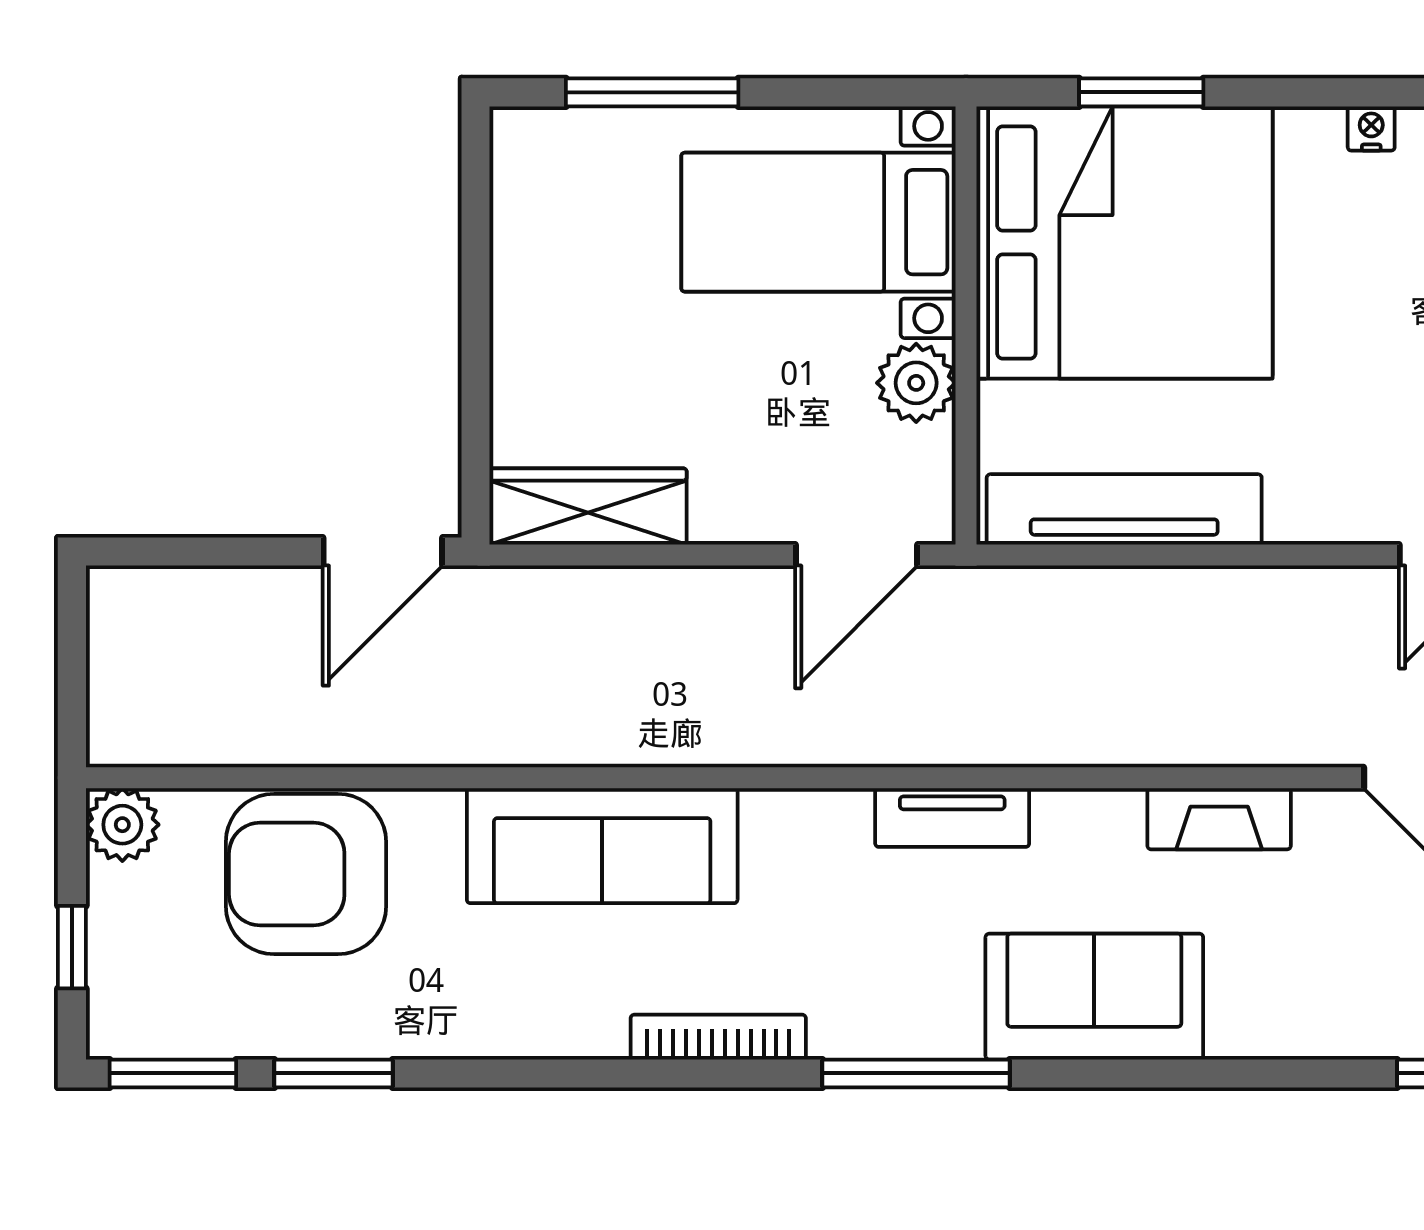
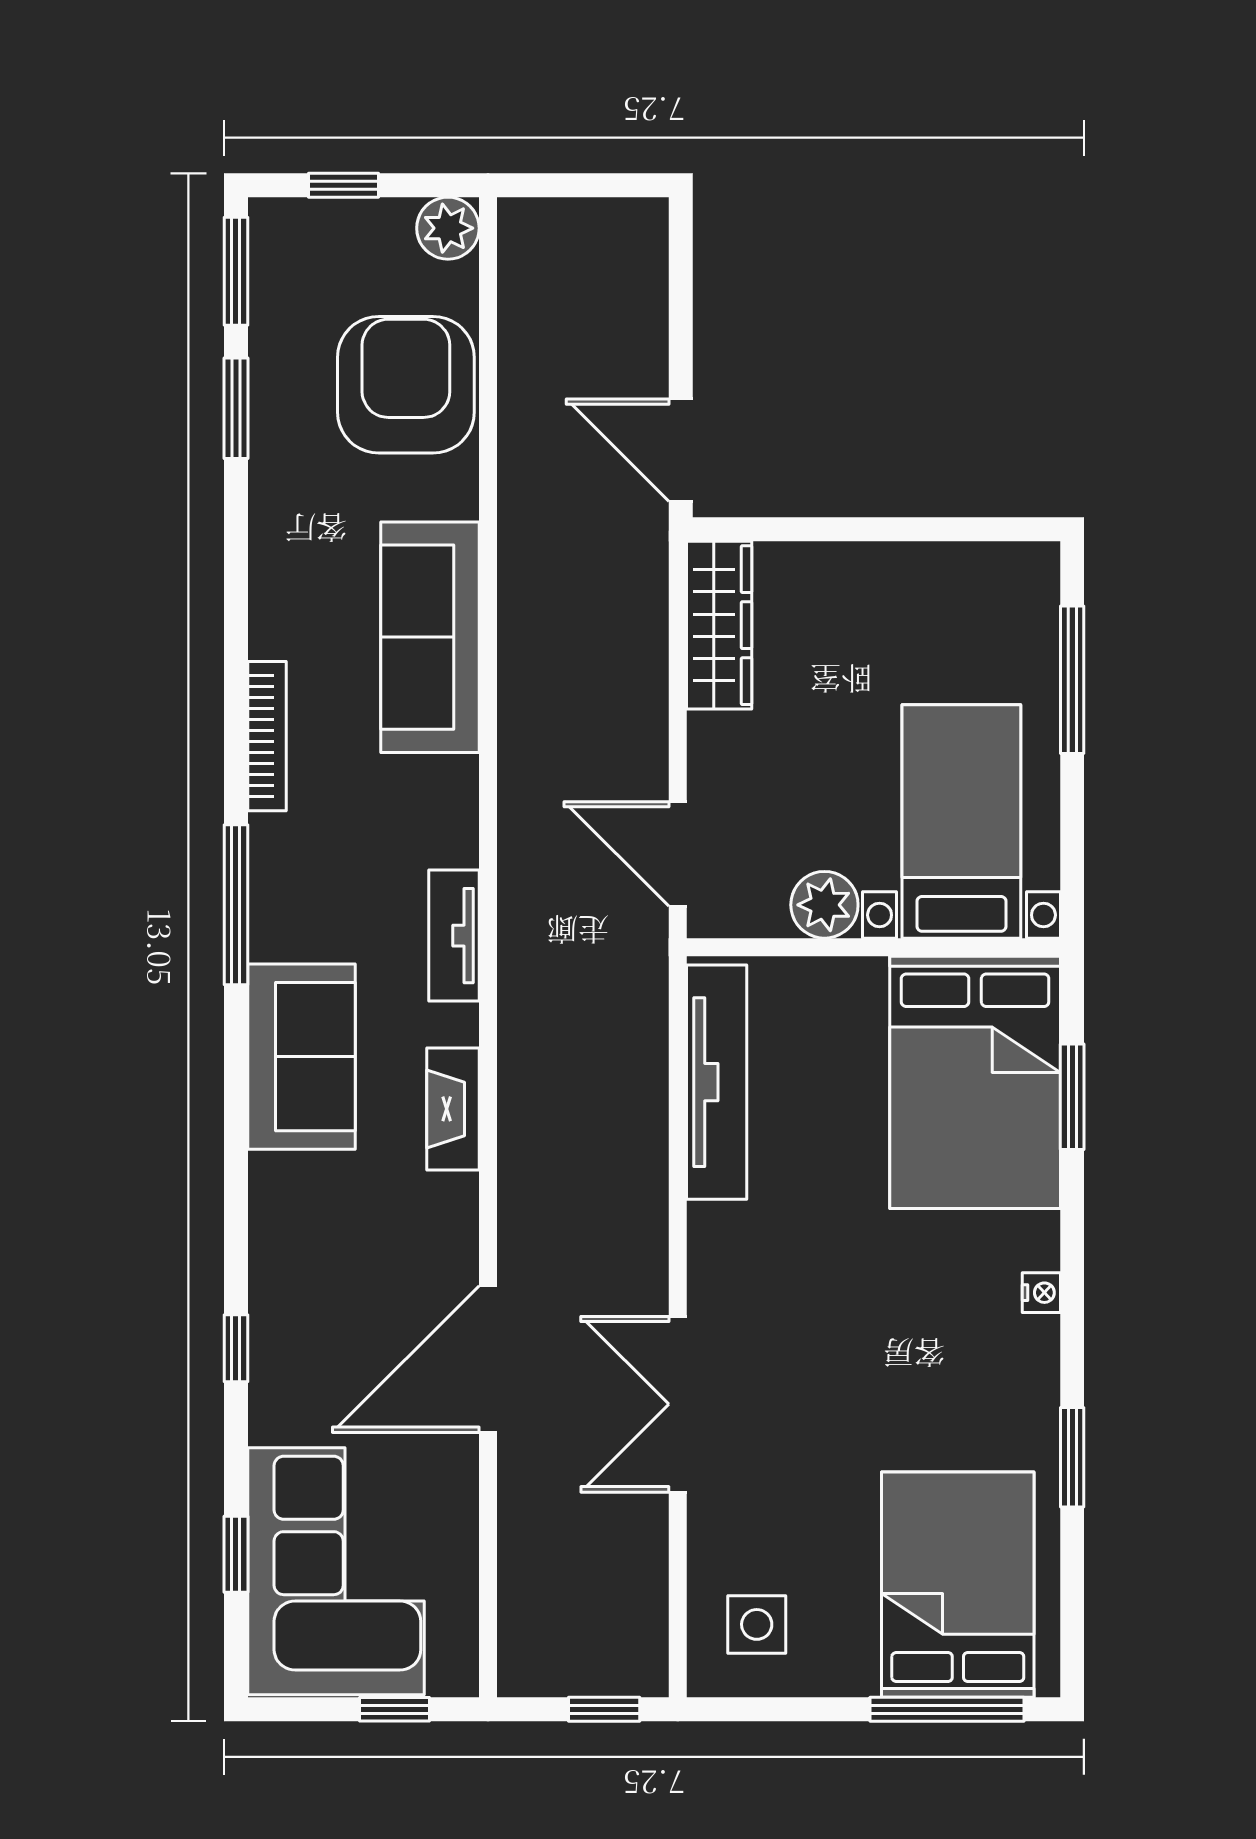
bed: (1124, 242) -> (975, 1082), width x0.73
fireplace: (1219, 819) -> (453, 1109), moved

